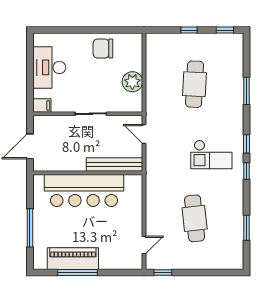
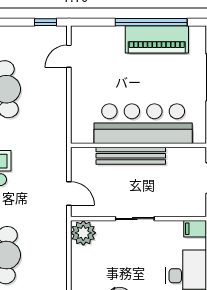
plant: (132, 82) -> (83, 233), moved
bench: (115, 165) -> (131, 156), moved
window: (77, 273) -> (151, 22), width x1.46

